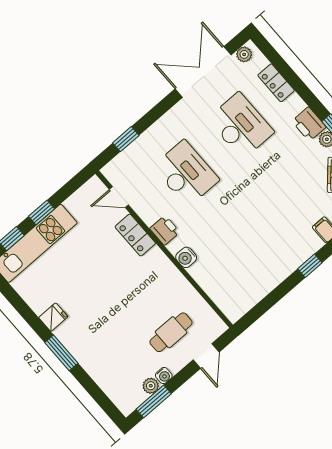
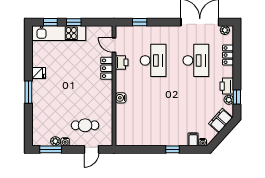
printer: (165, 230) -> (122, 62), moved

